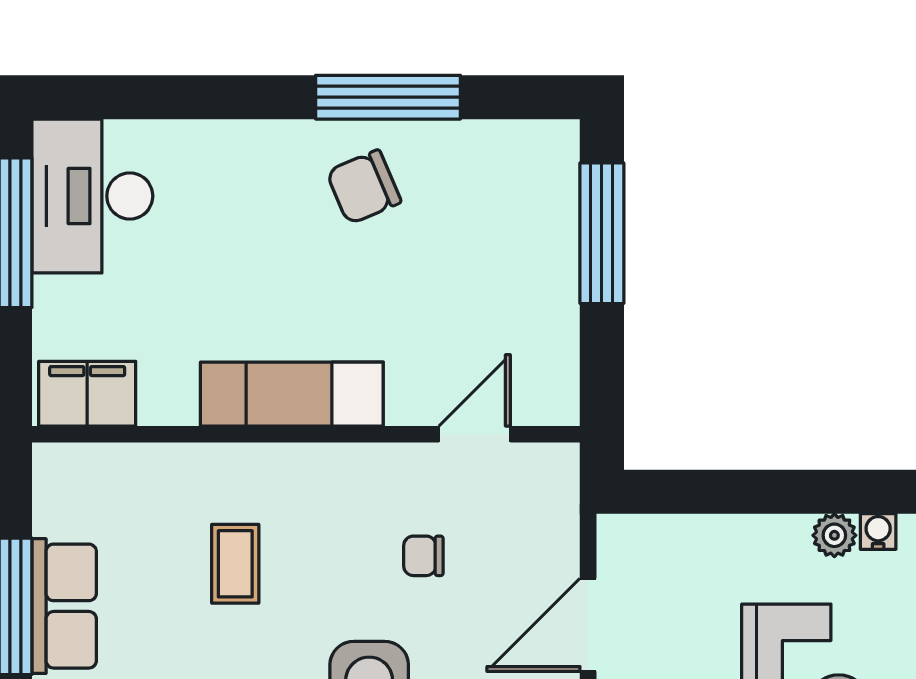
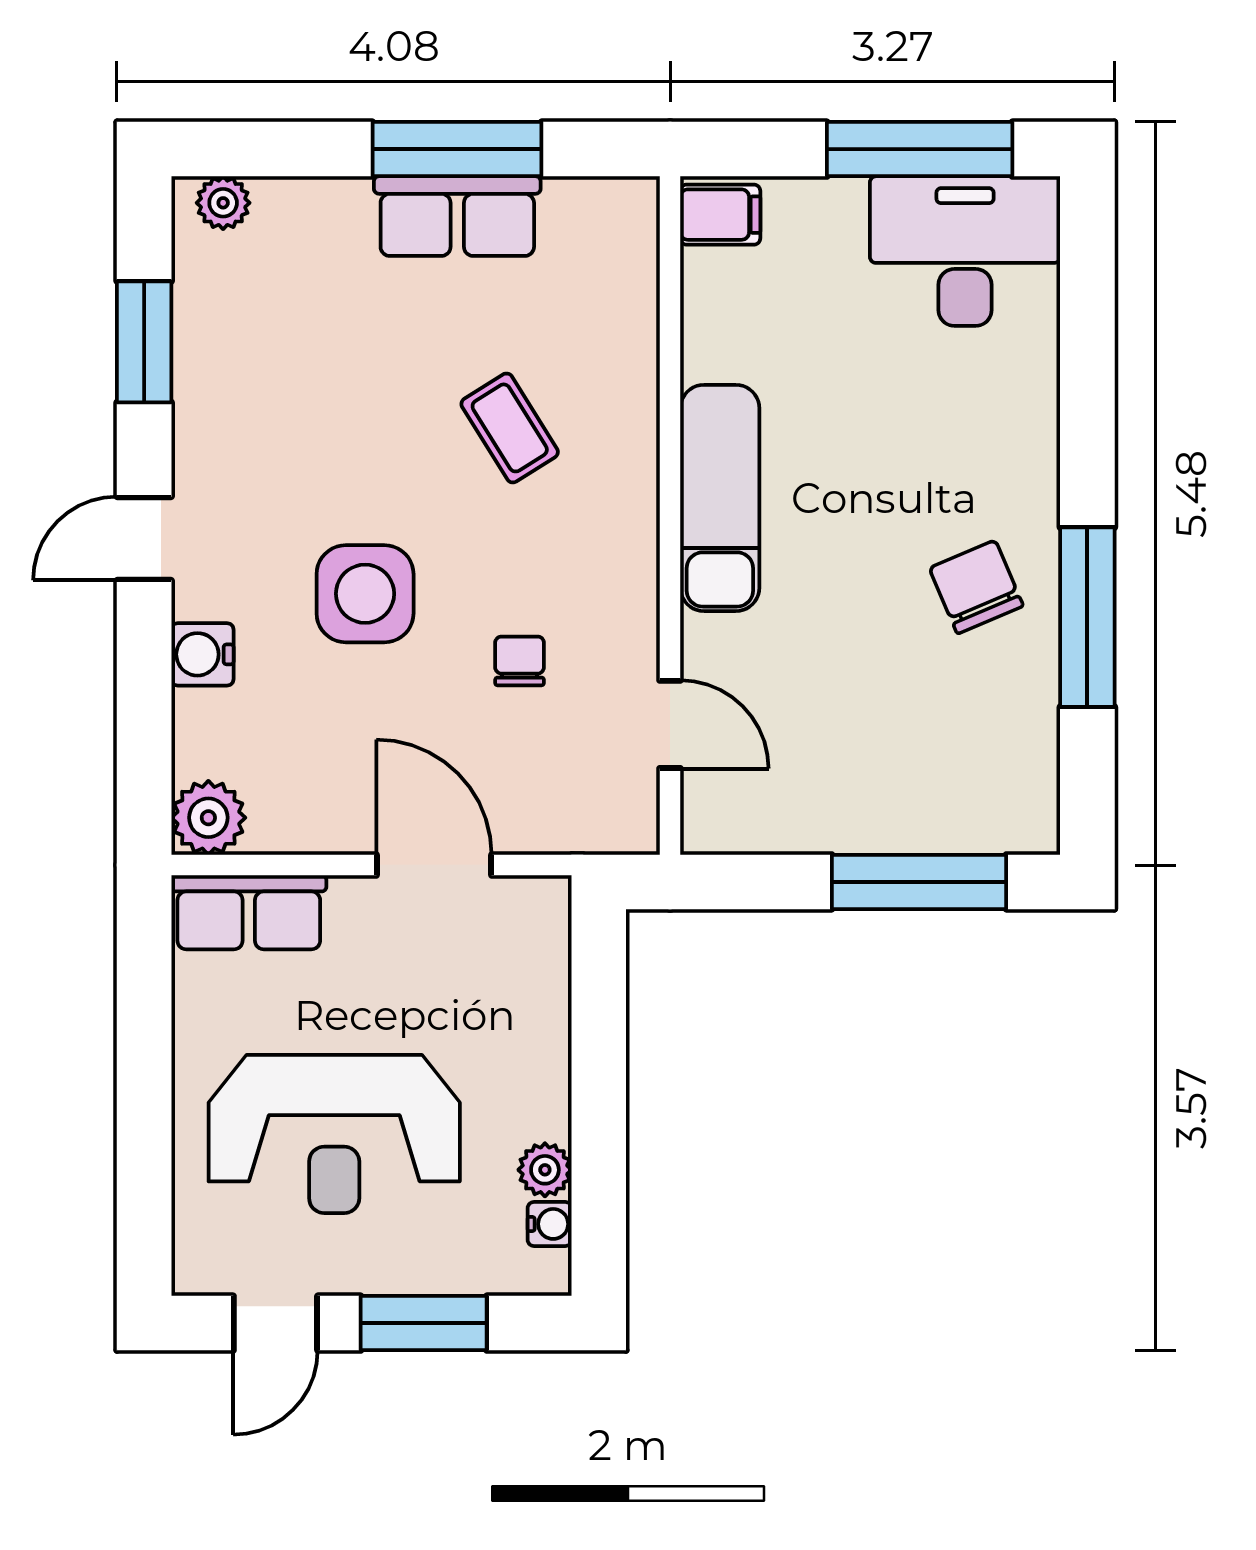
filing cabinet: (87, 394) -> (720, 215), width x0.50
coffee table: (235, 564) -> (510, 428), turned 58

